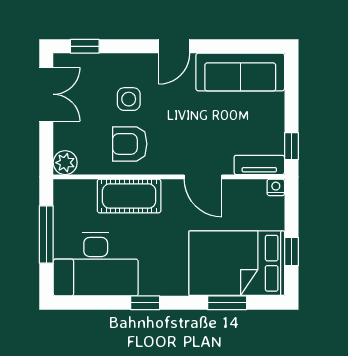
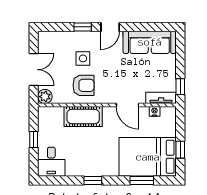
window: (85, 46) -> (83, 27), moved
double door: (46, 94) -> (34, 70), moved
armchair: (130, 144) -> (84, 85), turned 180
nightstand: (276, 187) -> (155, 111), moved
window: (46, 235) -> (34, 140), width x0.46
desk: (96, 264) -> (51, 162), width x0.53, depth x0.77

